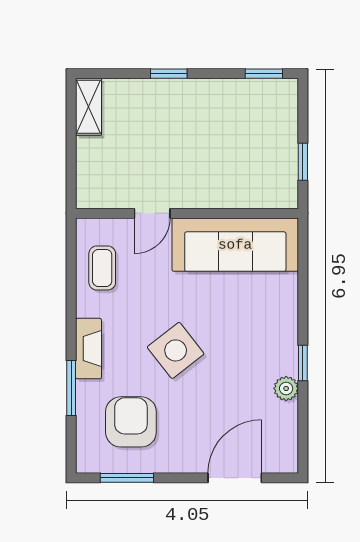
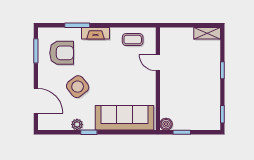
boiler: (285, 196) -> (166, 124), added
sofa: (235, 245) -> (125, 118), moved, turned 90
side table: (176, 350) -> (78, 87), moved

